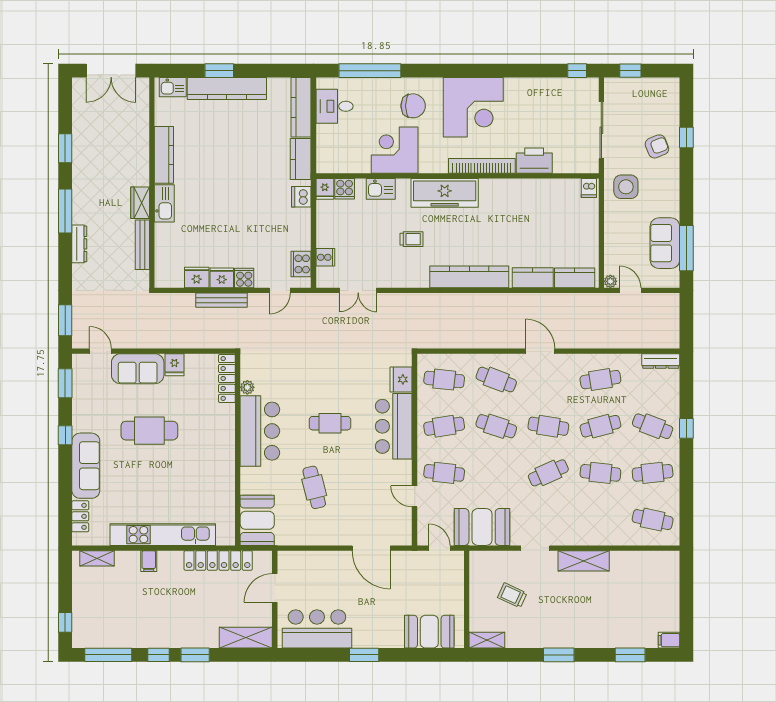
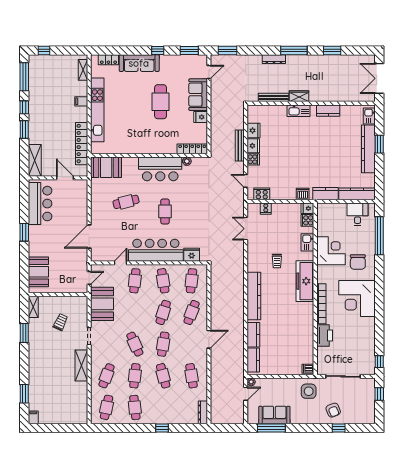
kitchen counter: (164, 155) -> (328, 111), width x0.67
bar counter: (394, 426) -> (156, 250), width x1.36
cafe table: (653, 426) -> (107, 376), moved
window: (559, 655) -> (24, 333), moved

